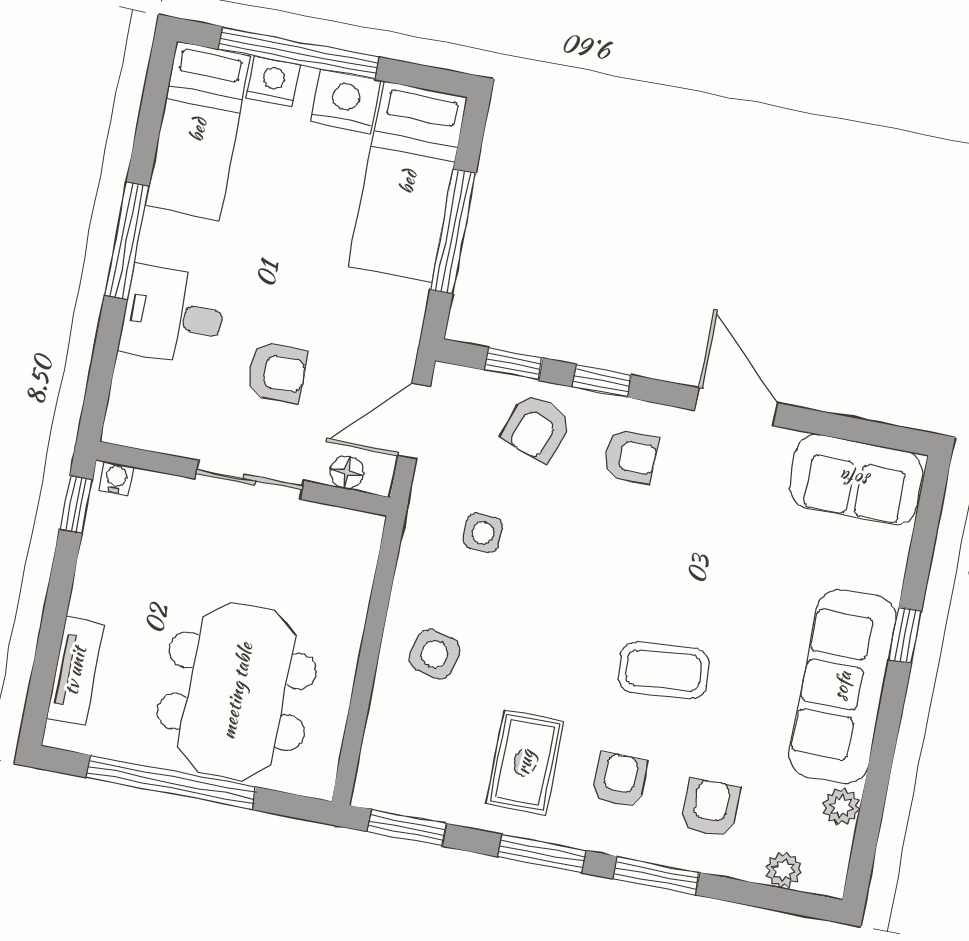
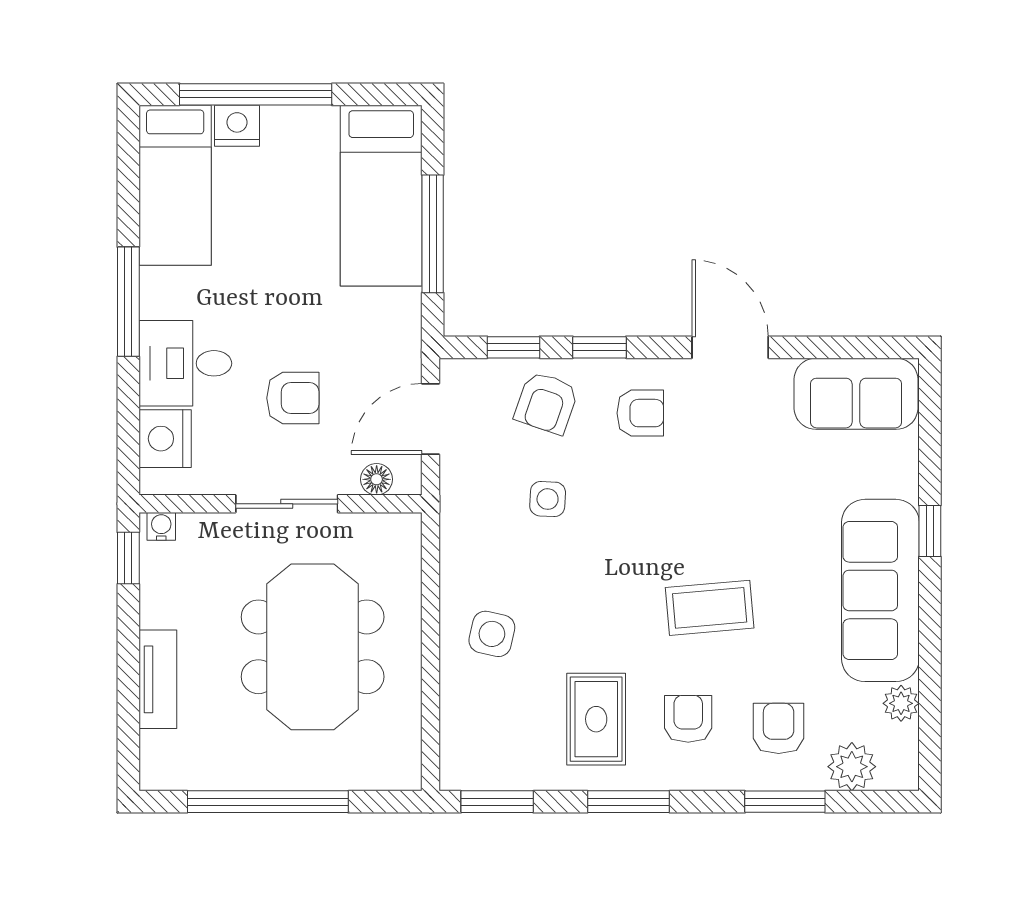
nightstand: (345, 101) -> (165, 439), moved, turned -90
side table: (483, 533) -> (548, 499), moved
tv unit: (75, 671) -> (158, 679), moved
meeting table: (237, 691) -> (313, 647), moved
plant: (784, 870) -> (852, 767), width x1.38, depth x1.38
window: (656, 876) -> (785, 802), moved

